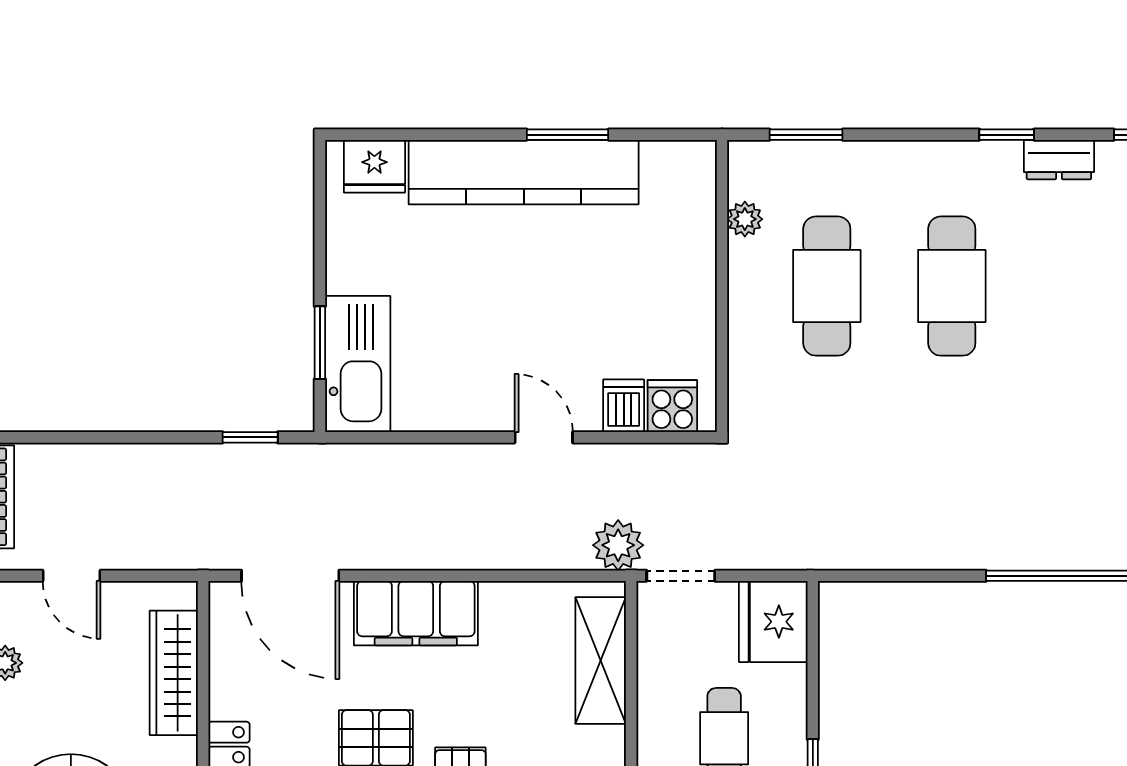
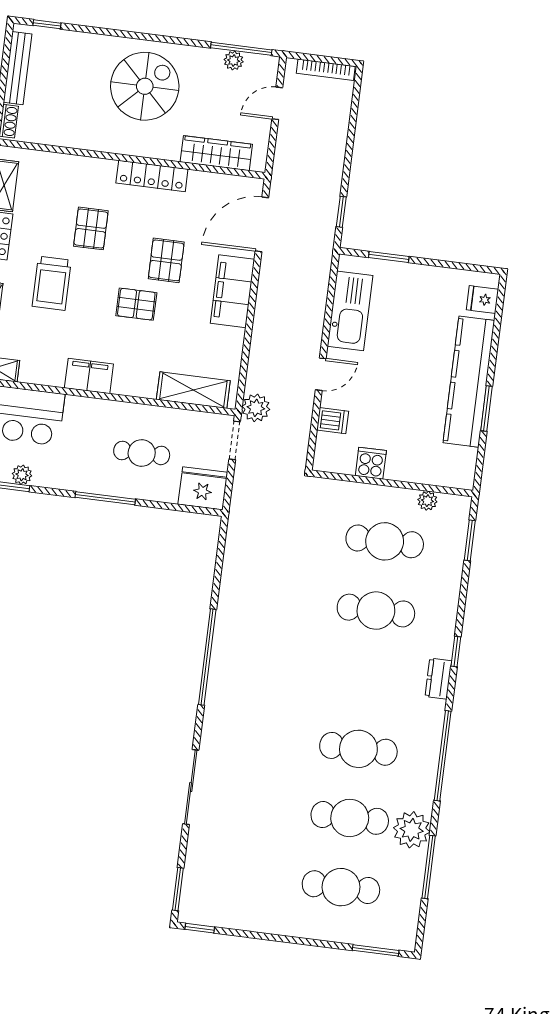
fridge: (374, 166) -> (483, 300), width x0.72
kitchen sink: (358, 364) -> (350, 311), moved, turned -90
cooker: (672, 406) -> (371, 463), moved, turned -90

